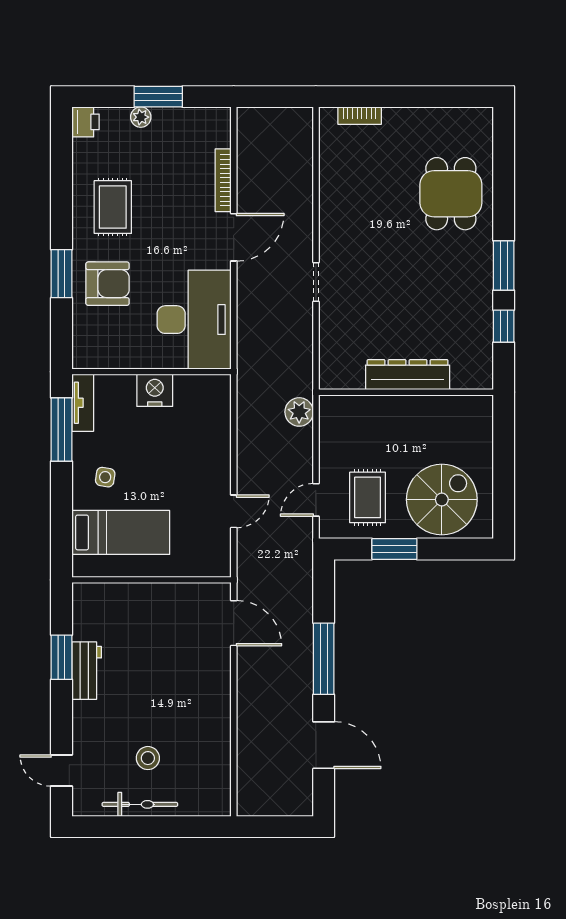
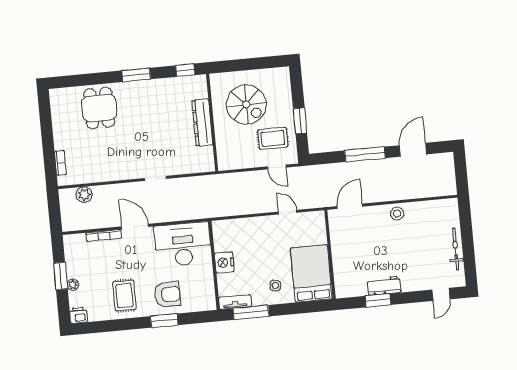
dining table: (451, 194) -> (99, 108), turned 90
rug: (113, 207) -> (124, 296), turned 90
armchair: (108, 284) -> (167, 294), turned 90
window: (504, 326) -> (185, 70), moved
plant: (299, 412) -> (84, 195), moved
spiral stairs: (442, 500) -> (246, 104), moved, turned 180
bed: (121, 532) -> (311, 273), width x1.50
stool: (148, 758) -> (397, 214), moved

